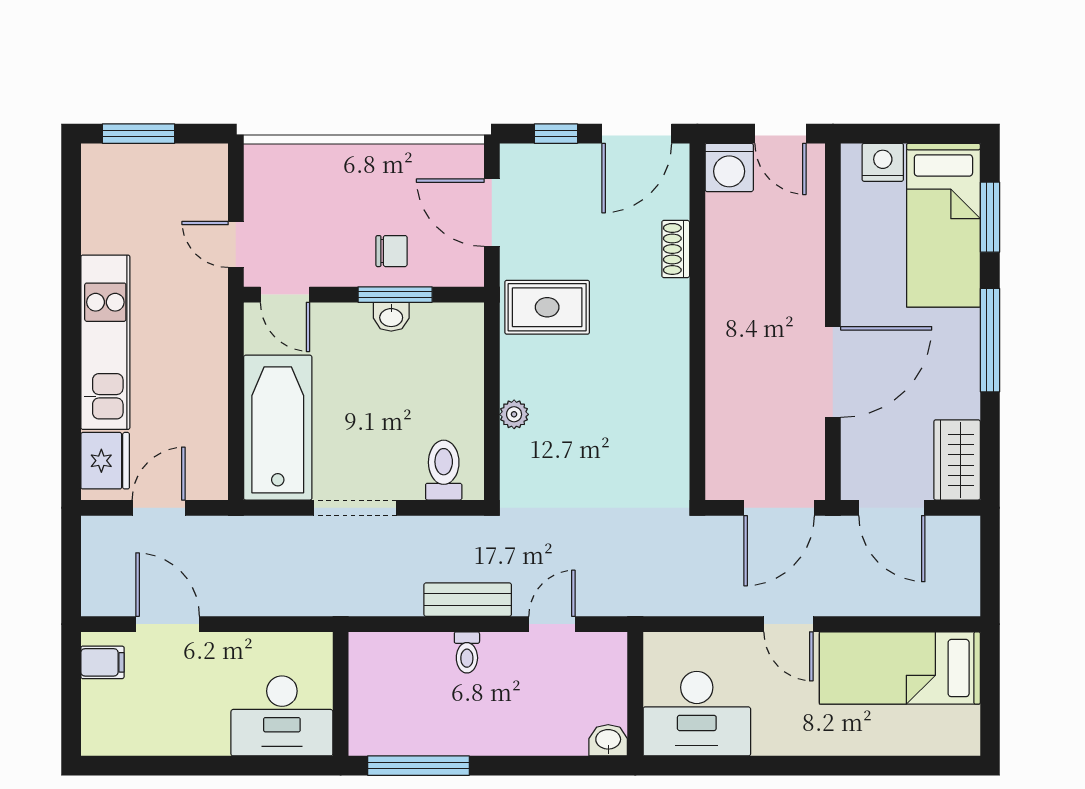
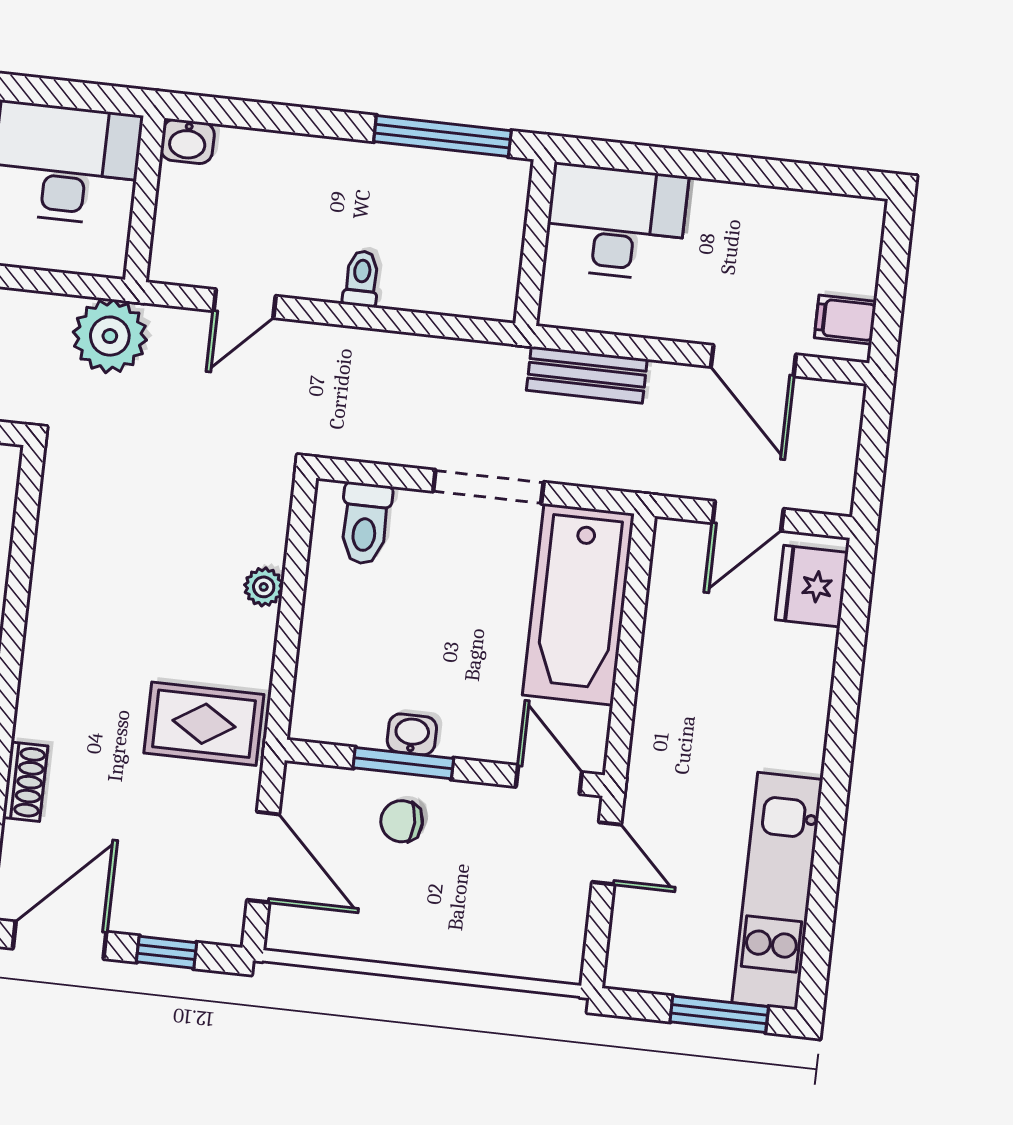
kitchen unit: (105, 342) -> (777, 891), moved
plant: (650, 589) -> (110, 336), added
bench: (468, 600) -> (587, 375), moved

